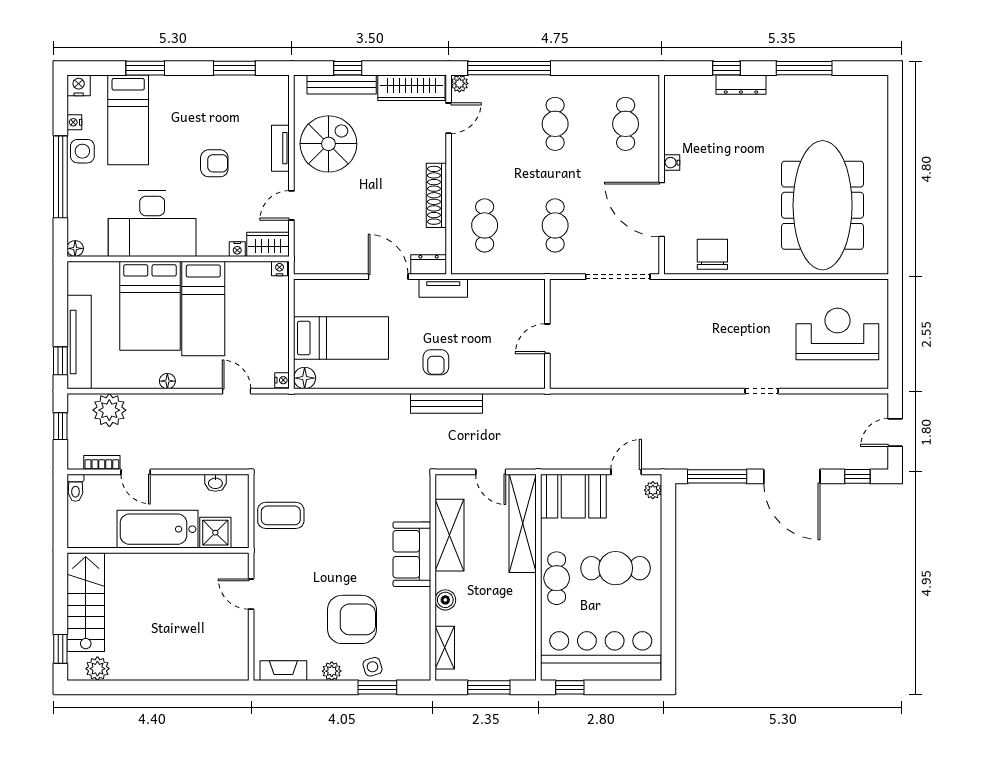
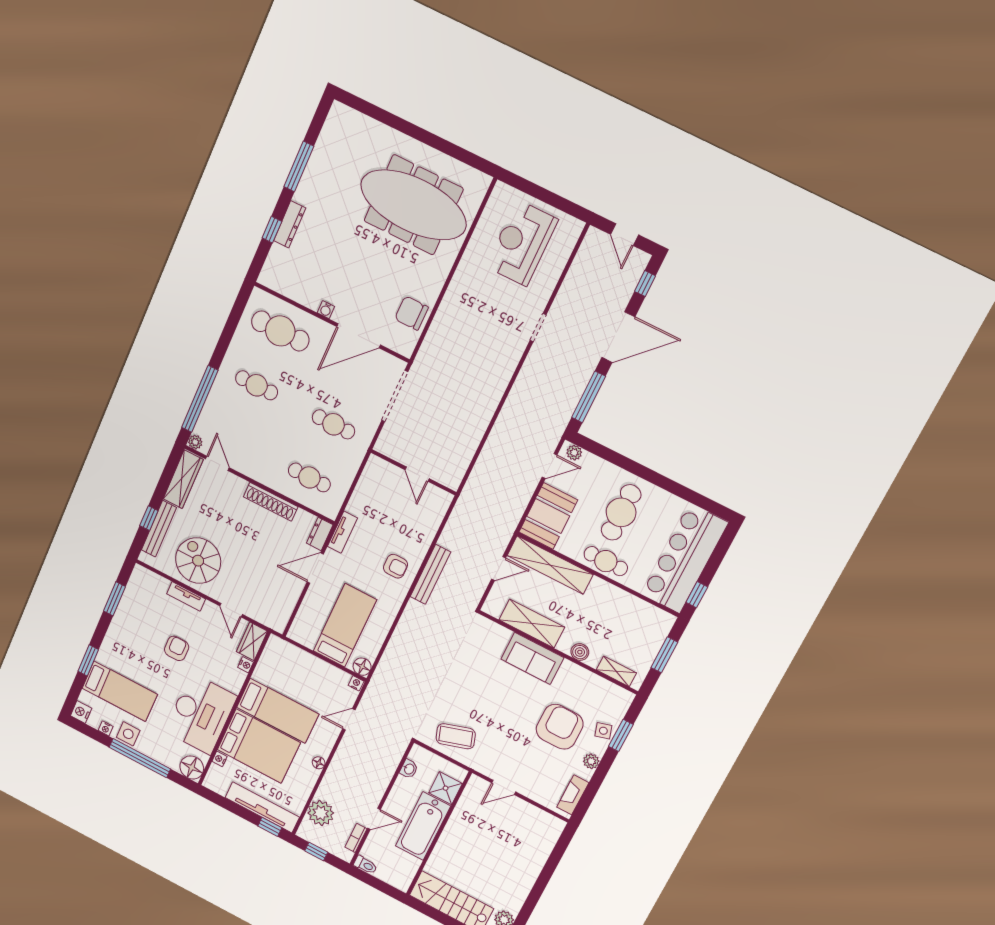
cafe table: (626, 124) -> (280, 331), width x1.37, depth x1.35
floor lamp: (75, 248) -> (192, 767), width x1.89, depth x1.89
nightstand: (280, 268) -> (220, 759), moved
door: (626, 472) -> (550, 466), swing flipped
coffee table: (281, 515) -> (456, 736), turned 72

